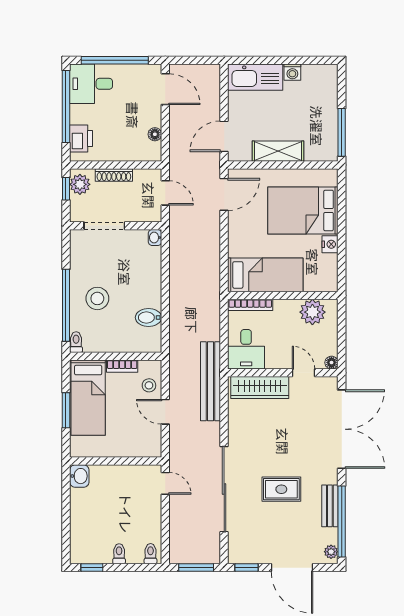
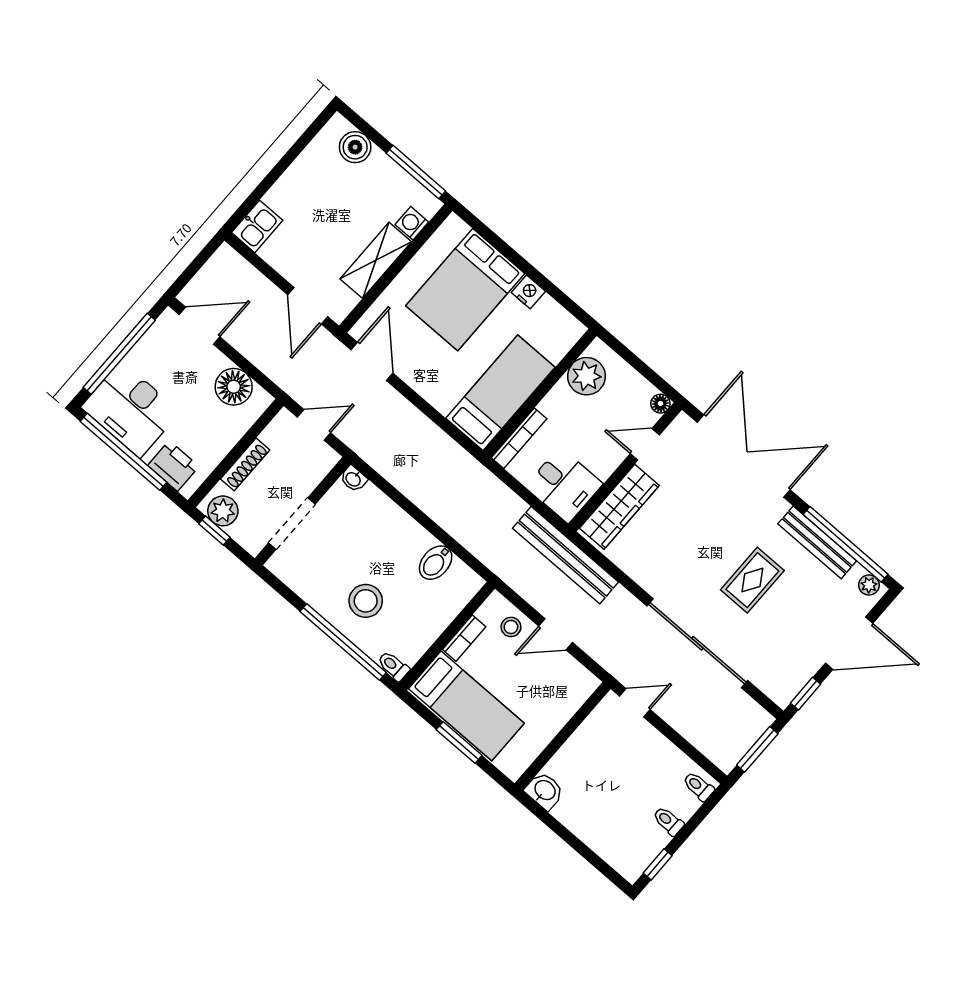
washing machine: (292, 72) -> (412, 223), moved, turned 180
kitchen sink: (255, 77) -> (257, 226), width x0.53, depth x0.81
desk: (91, 84) -> (131, 409), width x1.37
boiler: (327, 90) -> (355, 147), added
floor lamp: (155, 134) -> (234, 387), width x1.89, depth x1.89
bench: (330, 506) -> (817, 542), width x1.36

